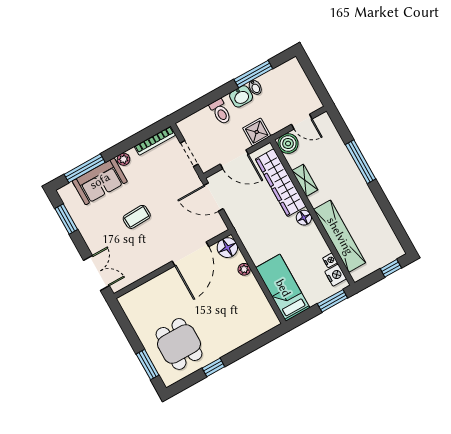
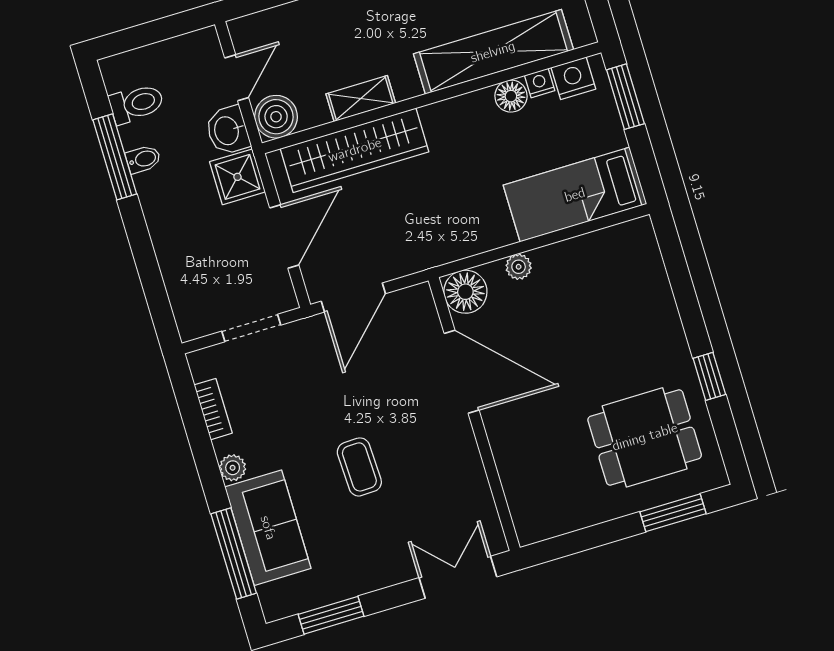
washbasin: (241, 96) -> (228, 130), moved, turned 180
toilet: (220, 112) -> (136, 104), moved
bookcase: (155, 141) -> (213, 409), width x0.64
floor lamp: (304, 218) -> (511, 96), moved

